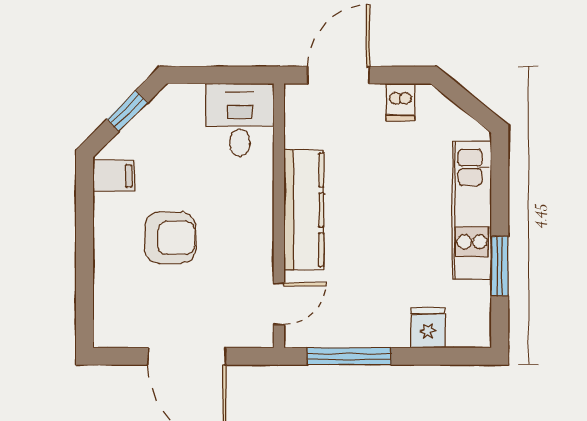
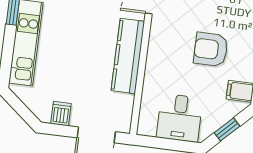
desk: (240, 120) -> (180, 118), moved

